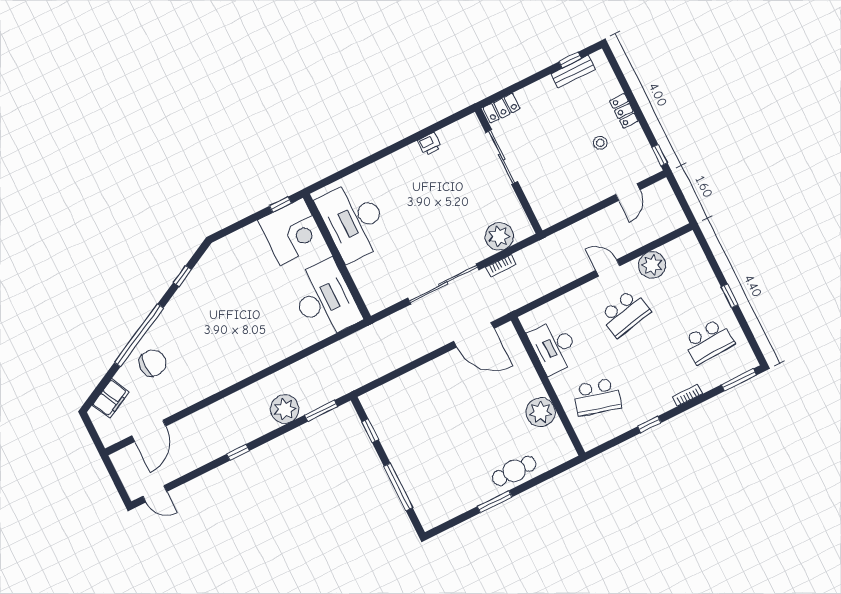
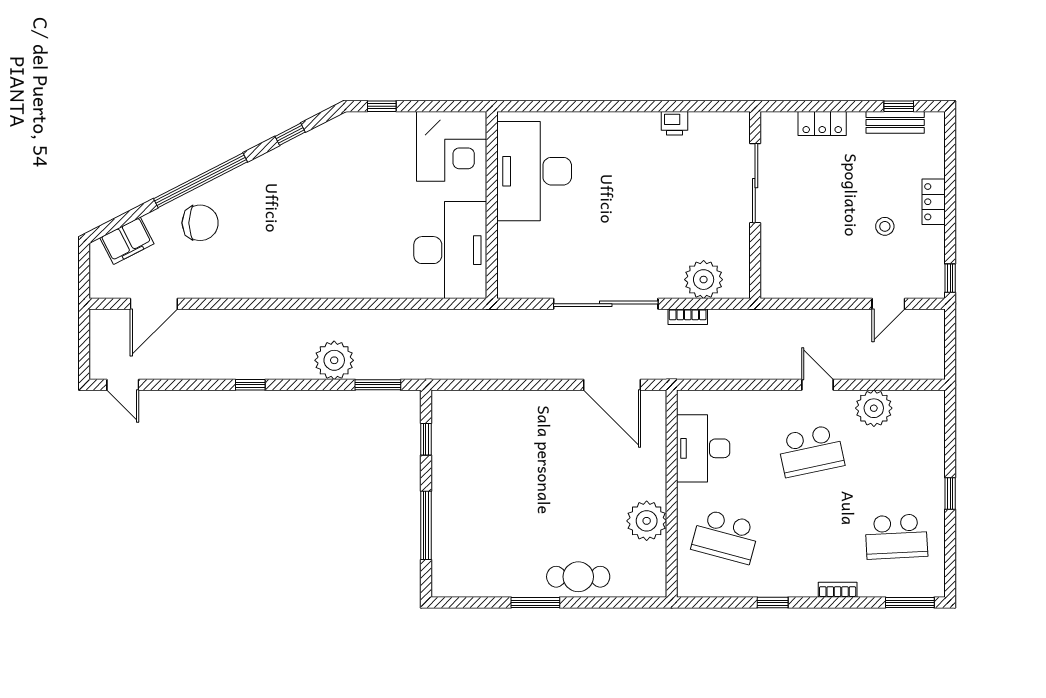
locker: (502, 108) -> (822, 123), moved
window: (280, 204) -> (382, 106), moved

